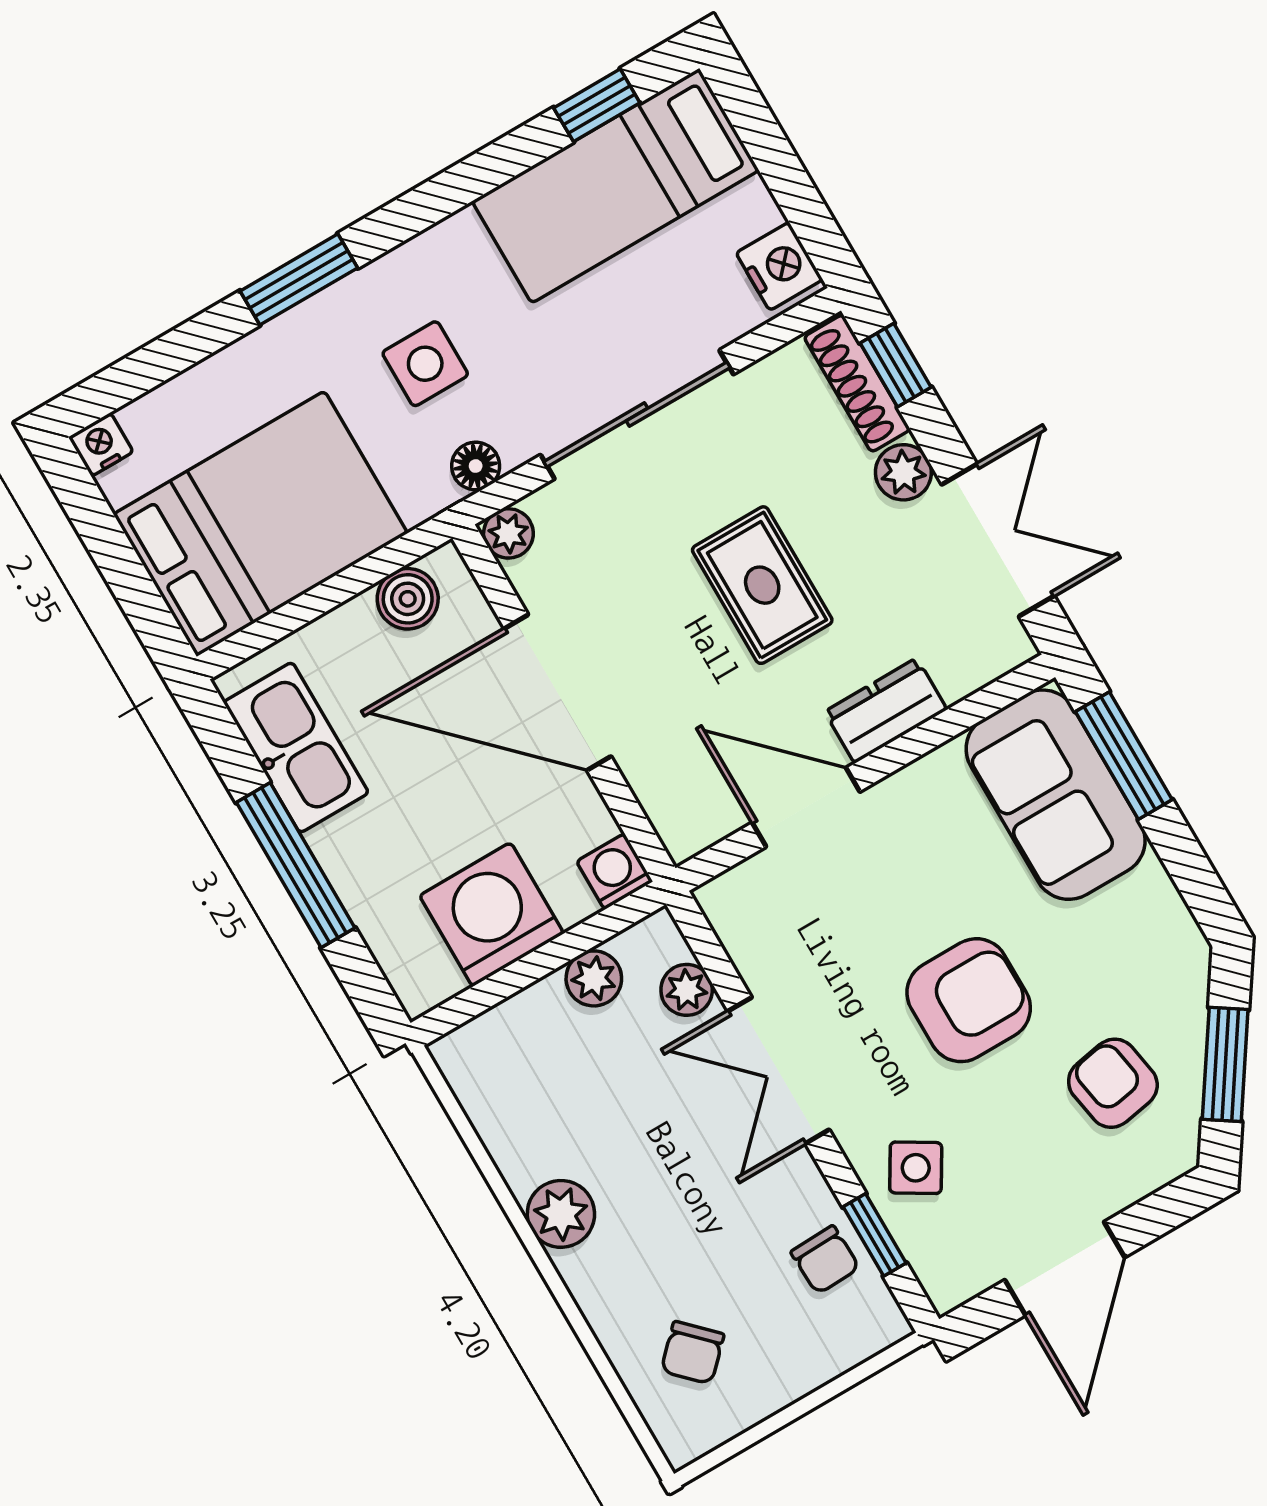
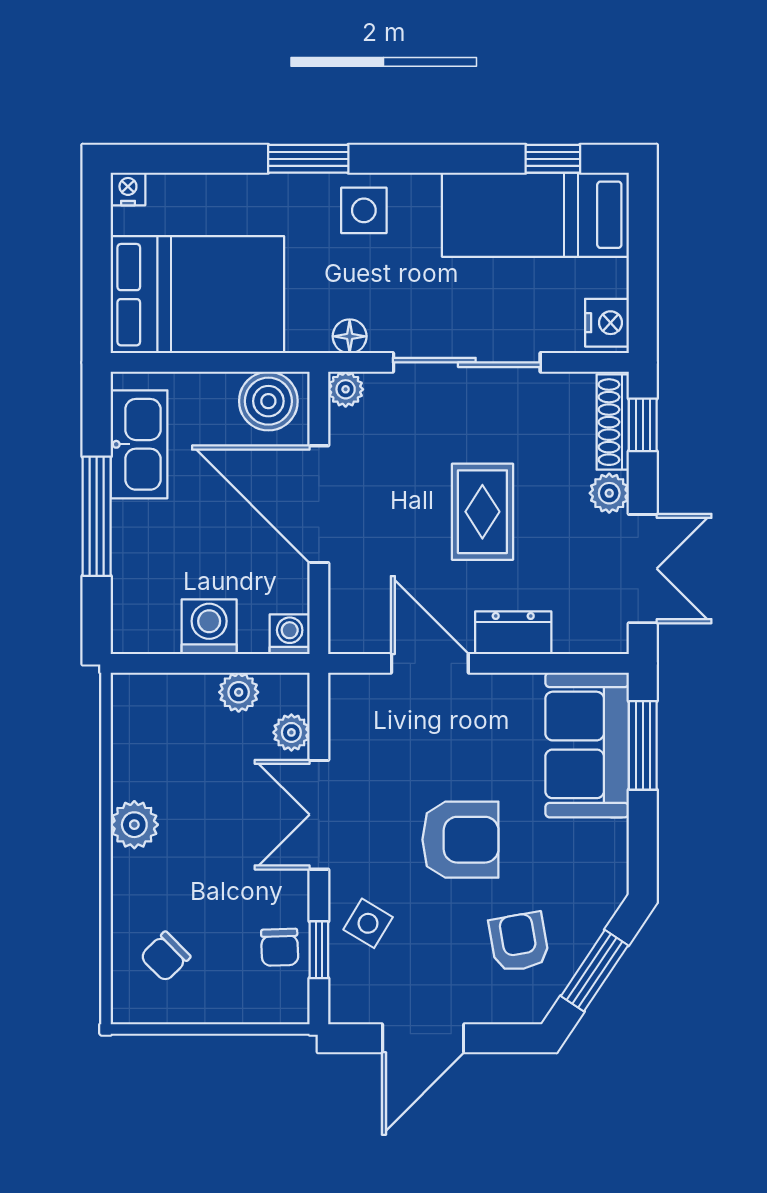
side table: (425, 364) -> (364, 210), moved
boiler: (408, 599) -> (268, 401), width x1.36, depth x1.36
washing machine: (492, 915) -> (209, 627), width x0.73, depth x0.73

